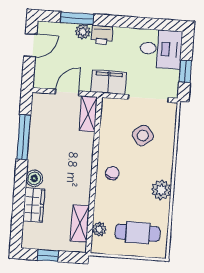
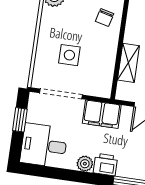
plant: (83, 32) -> (85, 164), moved
shelving: (88, 114) -> (128, 63), moved
side table: (143, 136) -> (69, 55), turned 37

